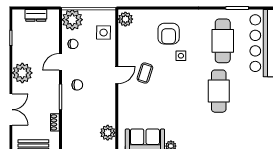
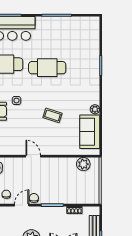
door: (60, 62) -> (22, 205), swing flipped
coffee table: (145, 73) -> (52, 115), moved
chair: (77, 85) -> (34, 198), moved

